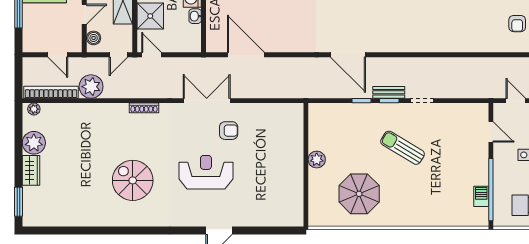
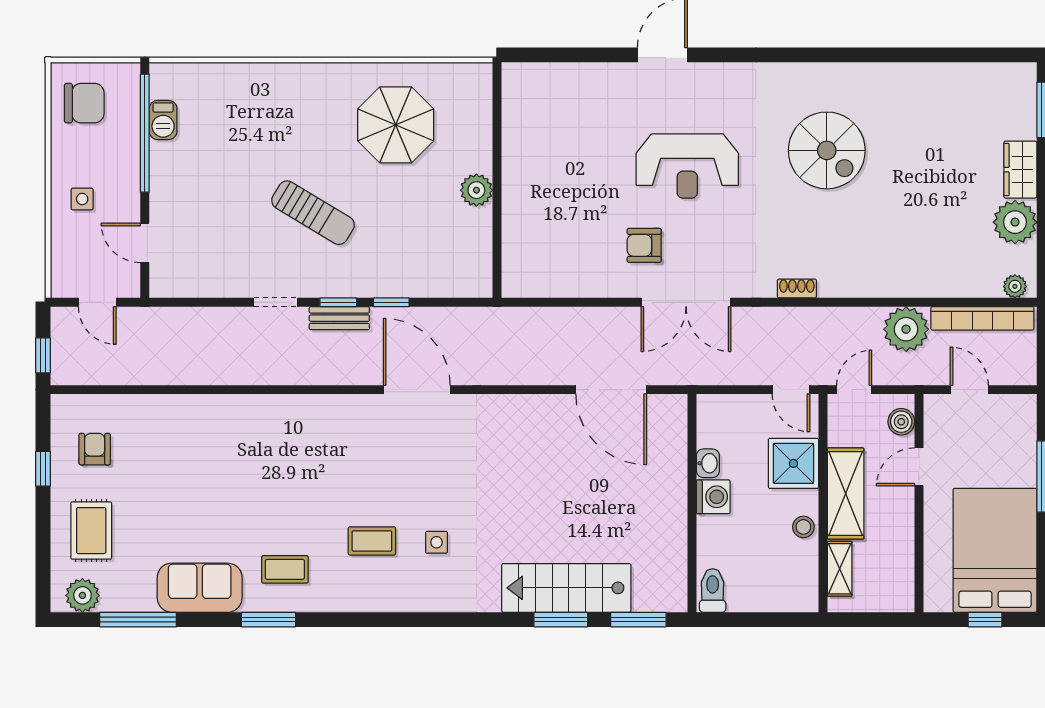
shoe rack: (144, 108) -> (797, 289), width x0.70

